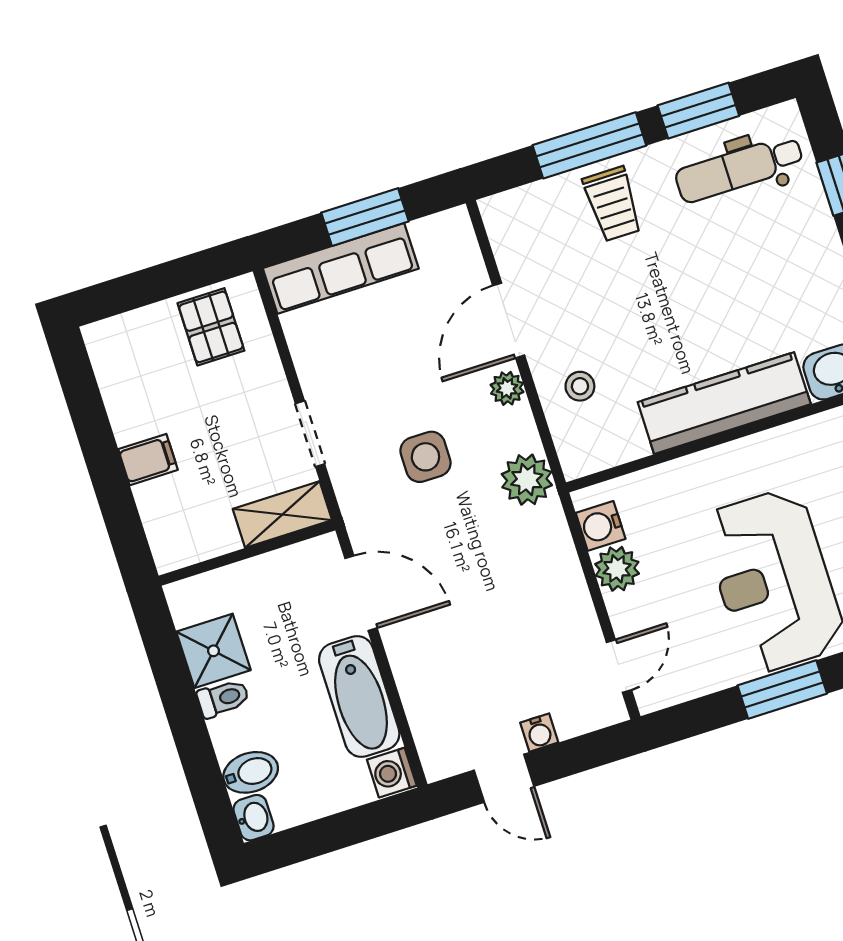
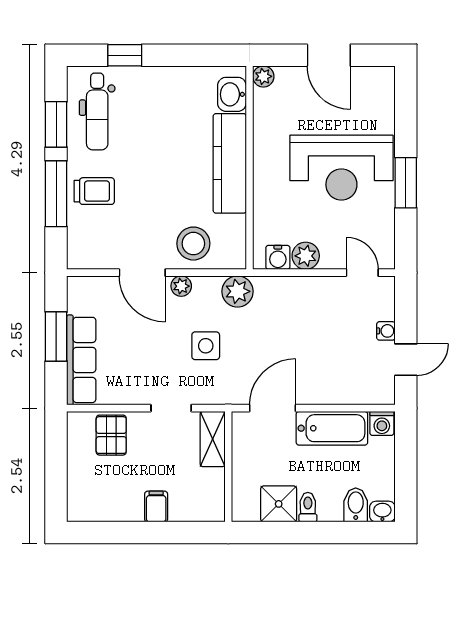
pallet: (211, 327) -> (111, 435), moved, turned 90
stool: (580, 386) -> (193, 244), width x1.89, depth x1.89

